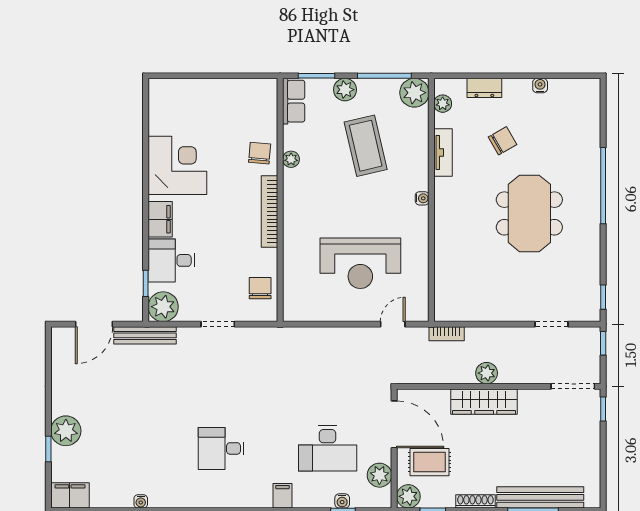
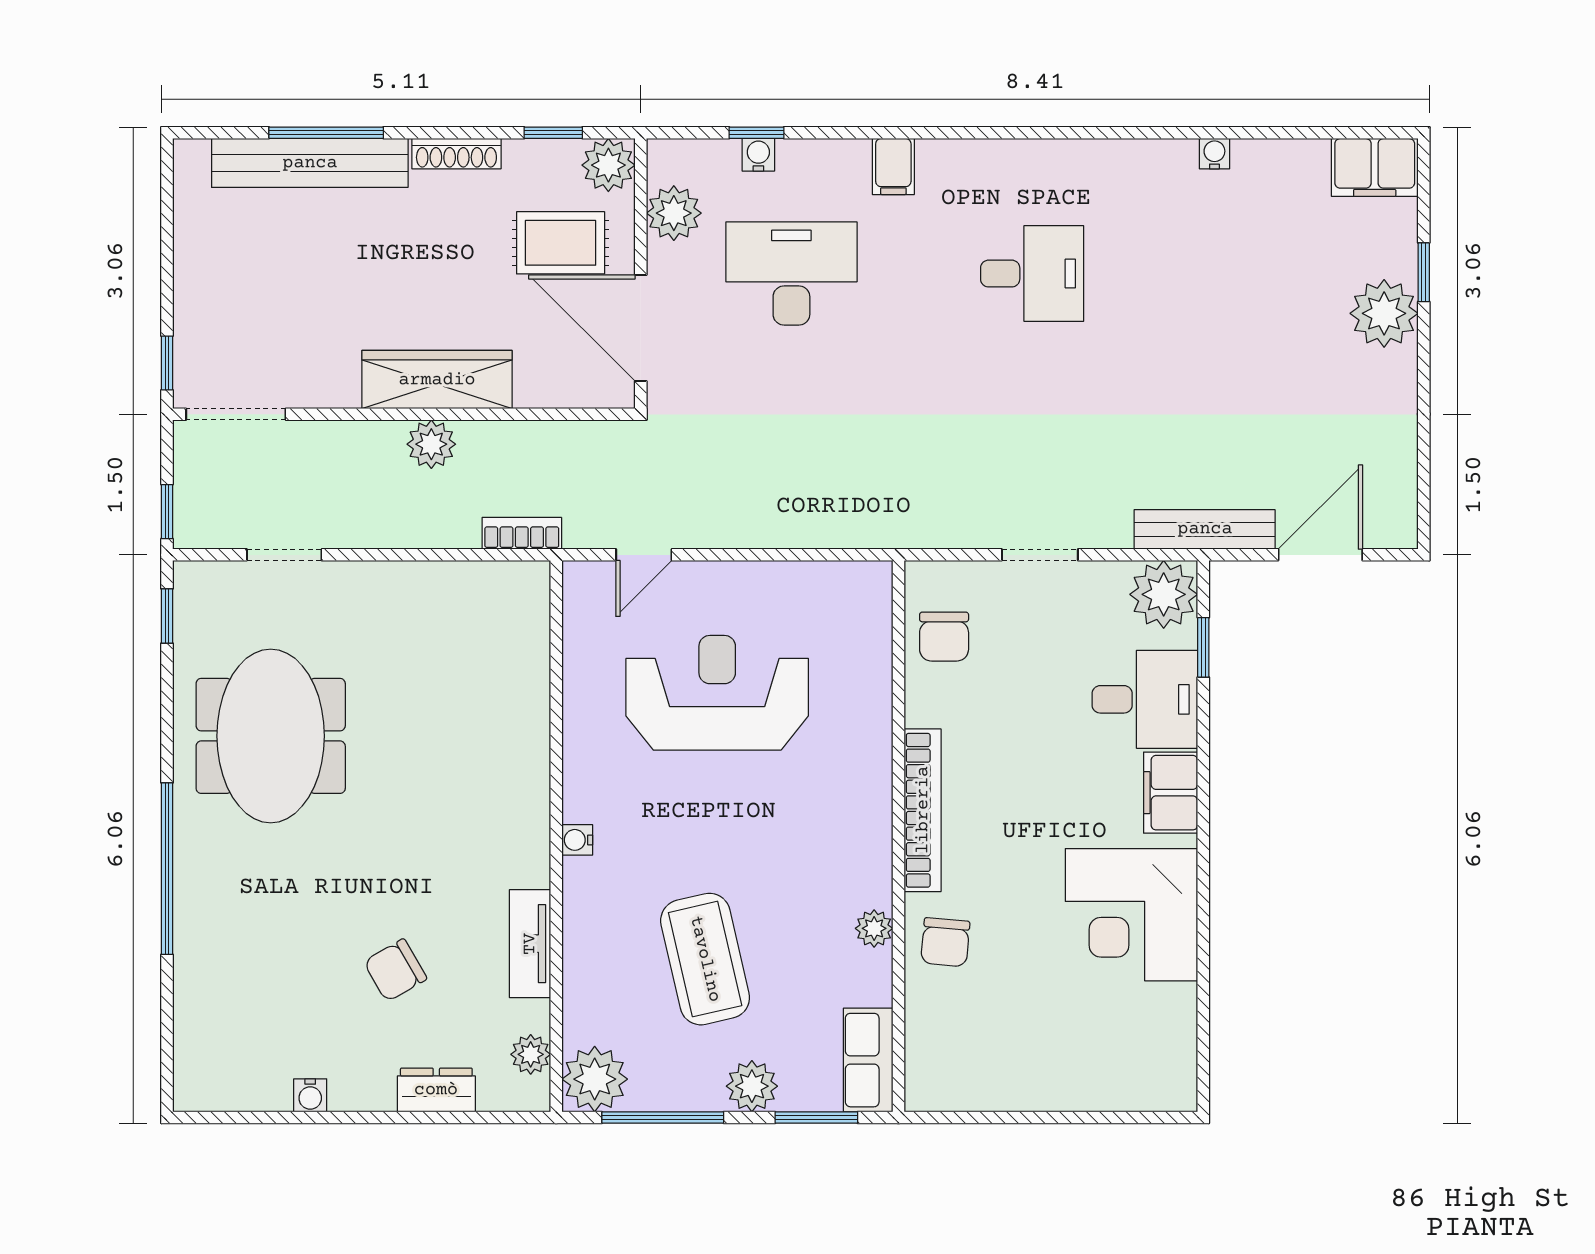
meeting table: (529, 213) -> (271, 736), moved

